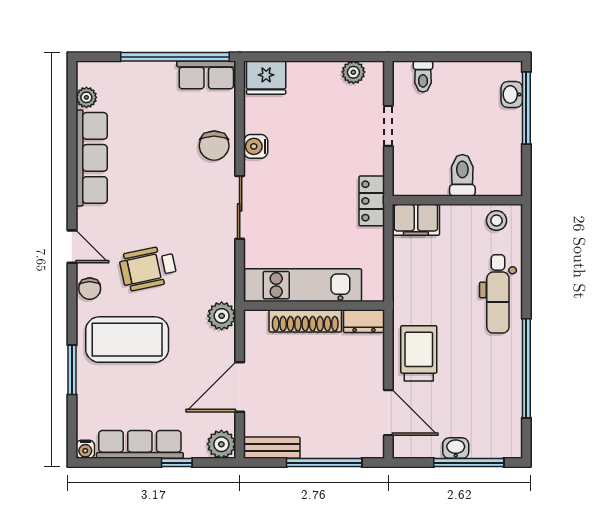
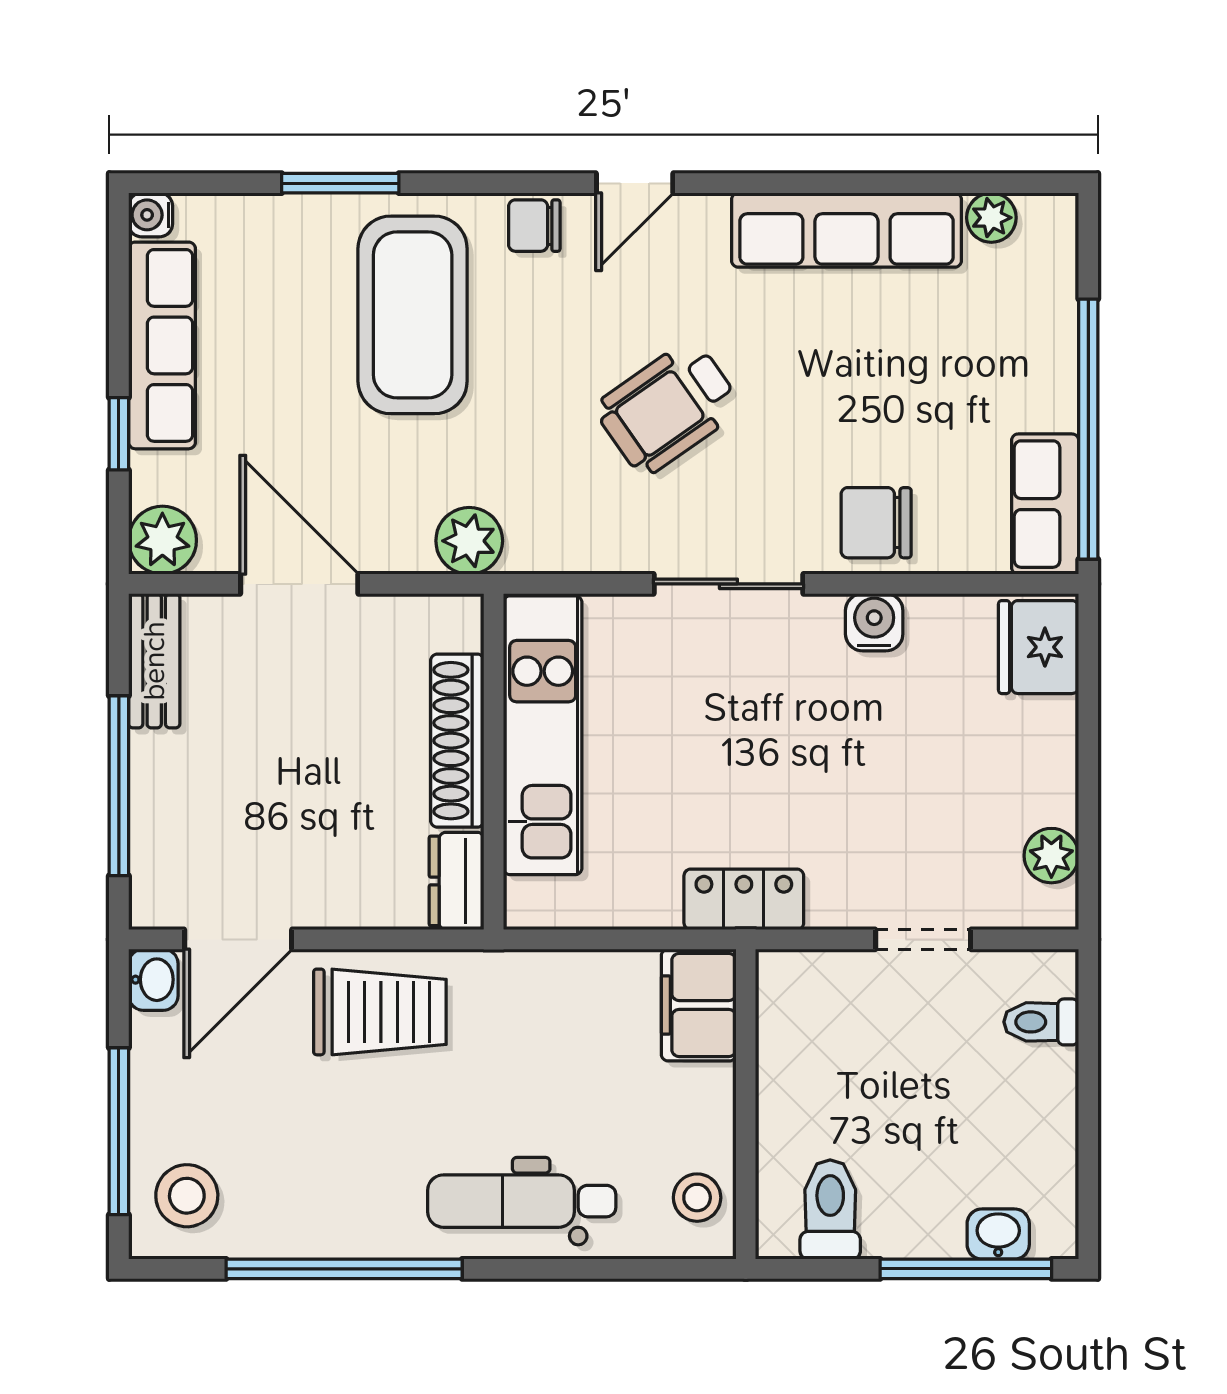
toilet: (462, 175) -> (830, 1210), moved, turned -90
wheelchair: (148, 268) -> (668, 408), moved, turned -113
stool: (496, 434) -> (187, 1196), added
washbasin: (456, 448) -> (153, 980), moved

